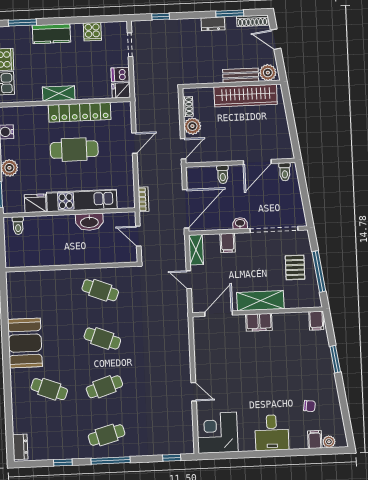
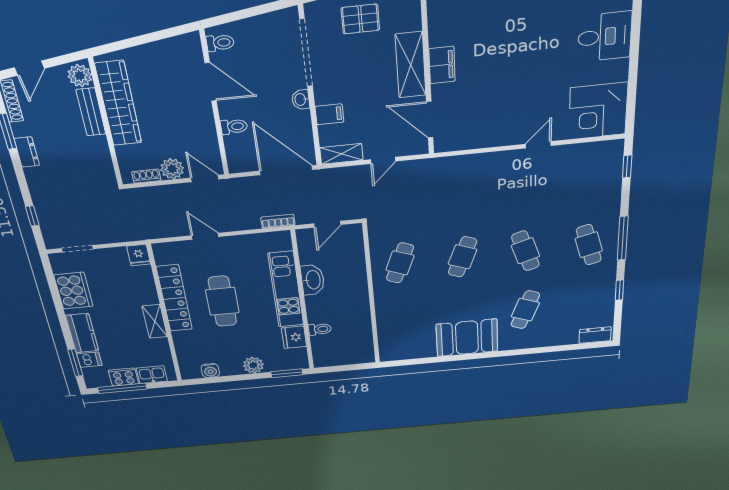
cooker: (92, 32) -> (73, 291), width x1.87, depth x1.31
dishwasher: (120, 75) -> (89, 360), moved, turned -90
toilet: (18, 226) -> (320, 329), moved

